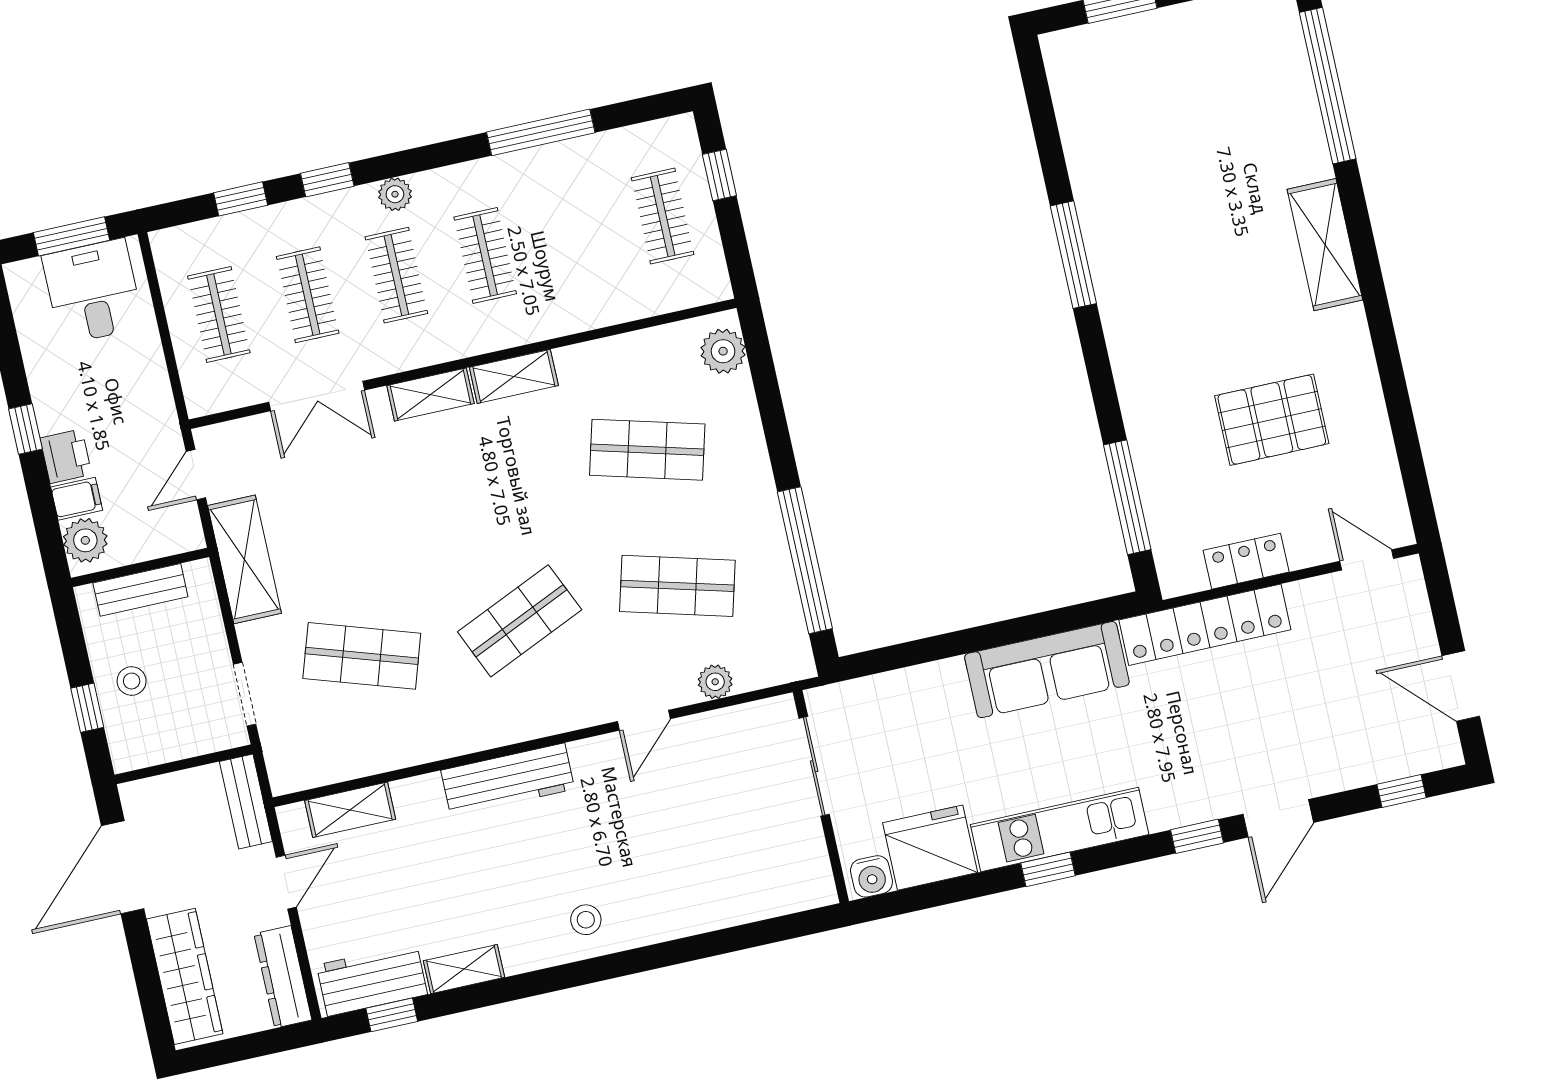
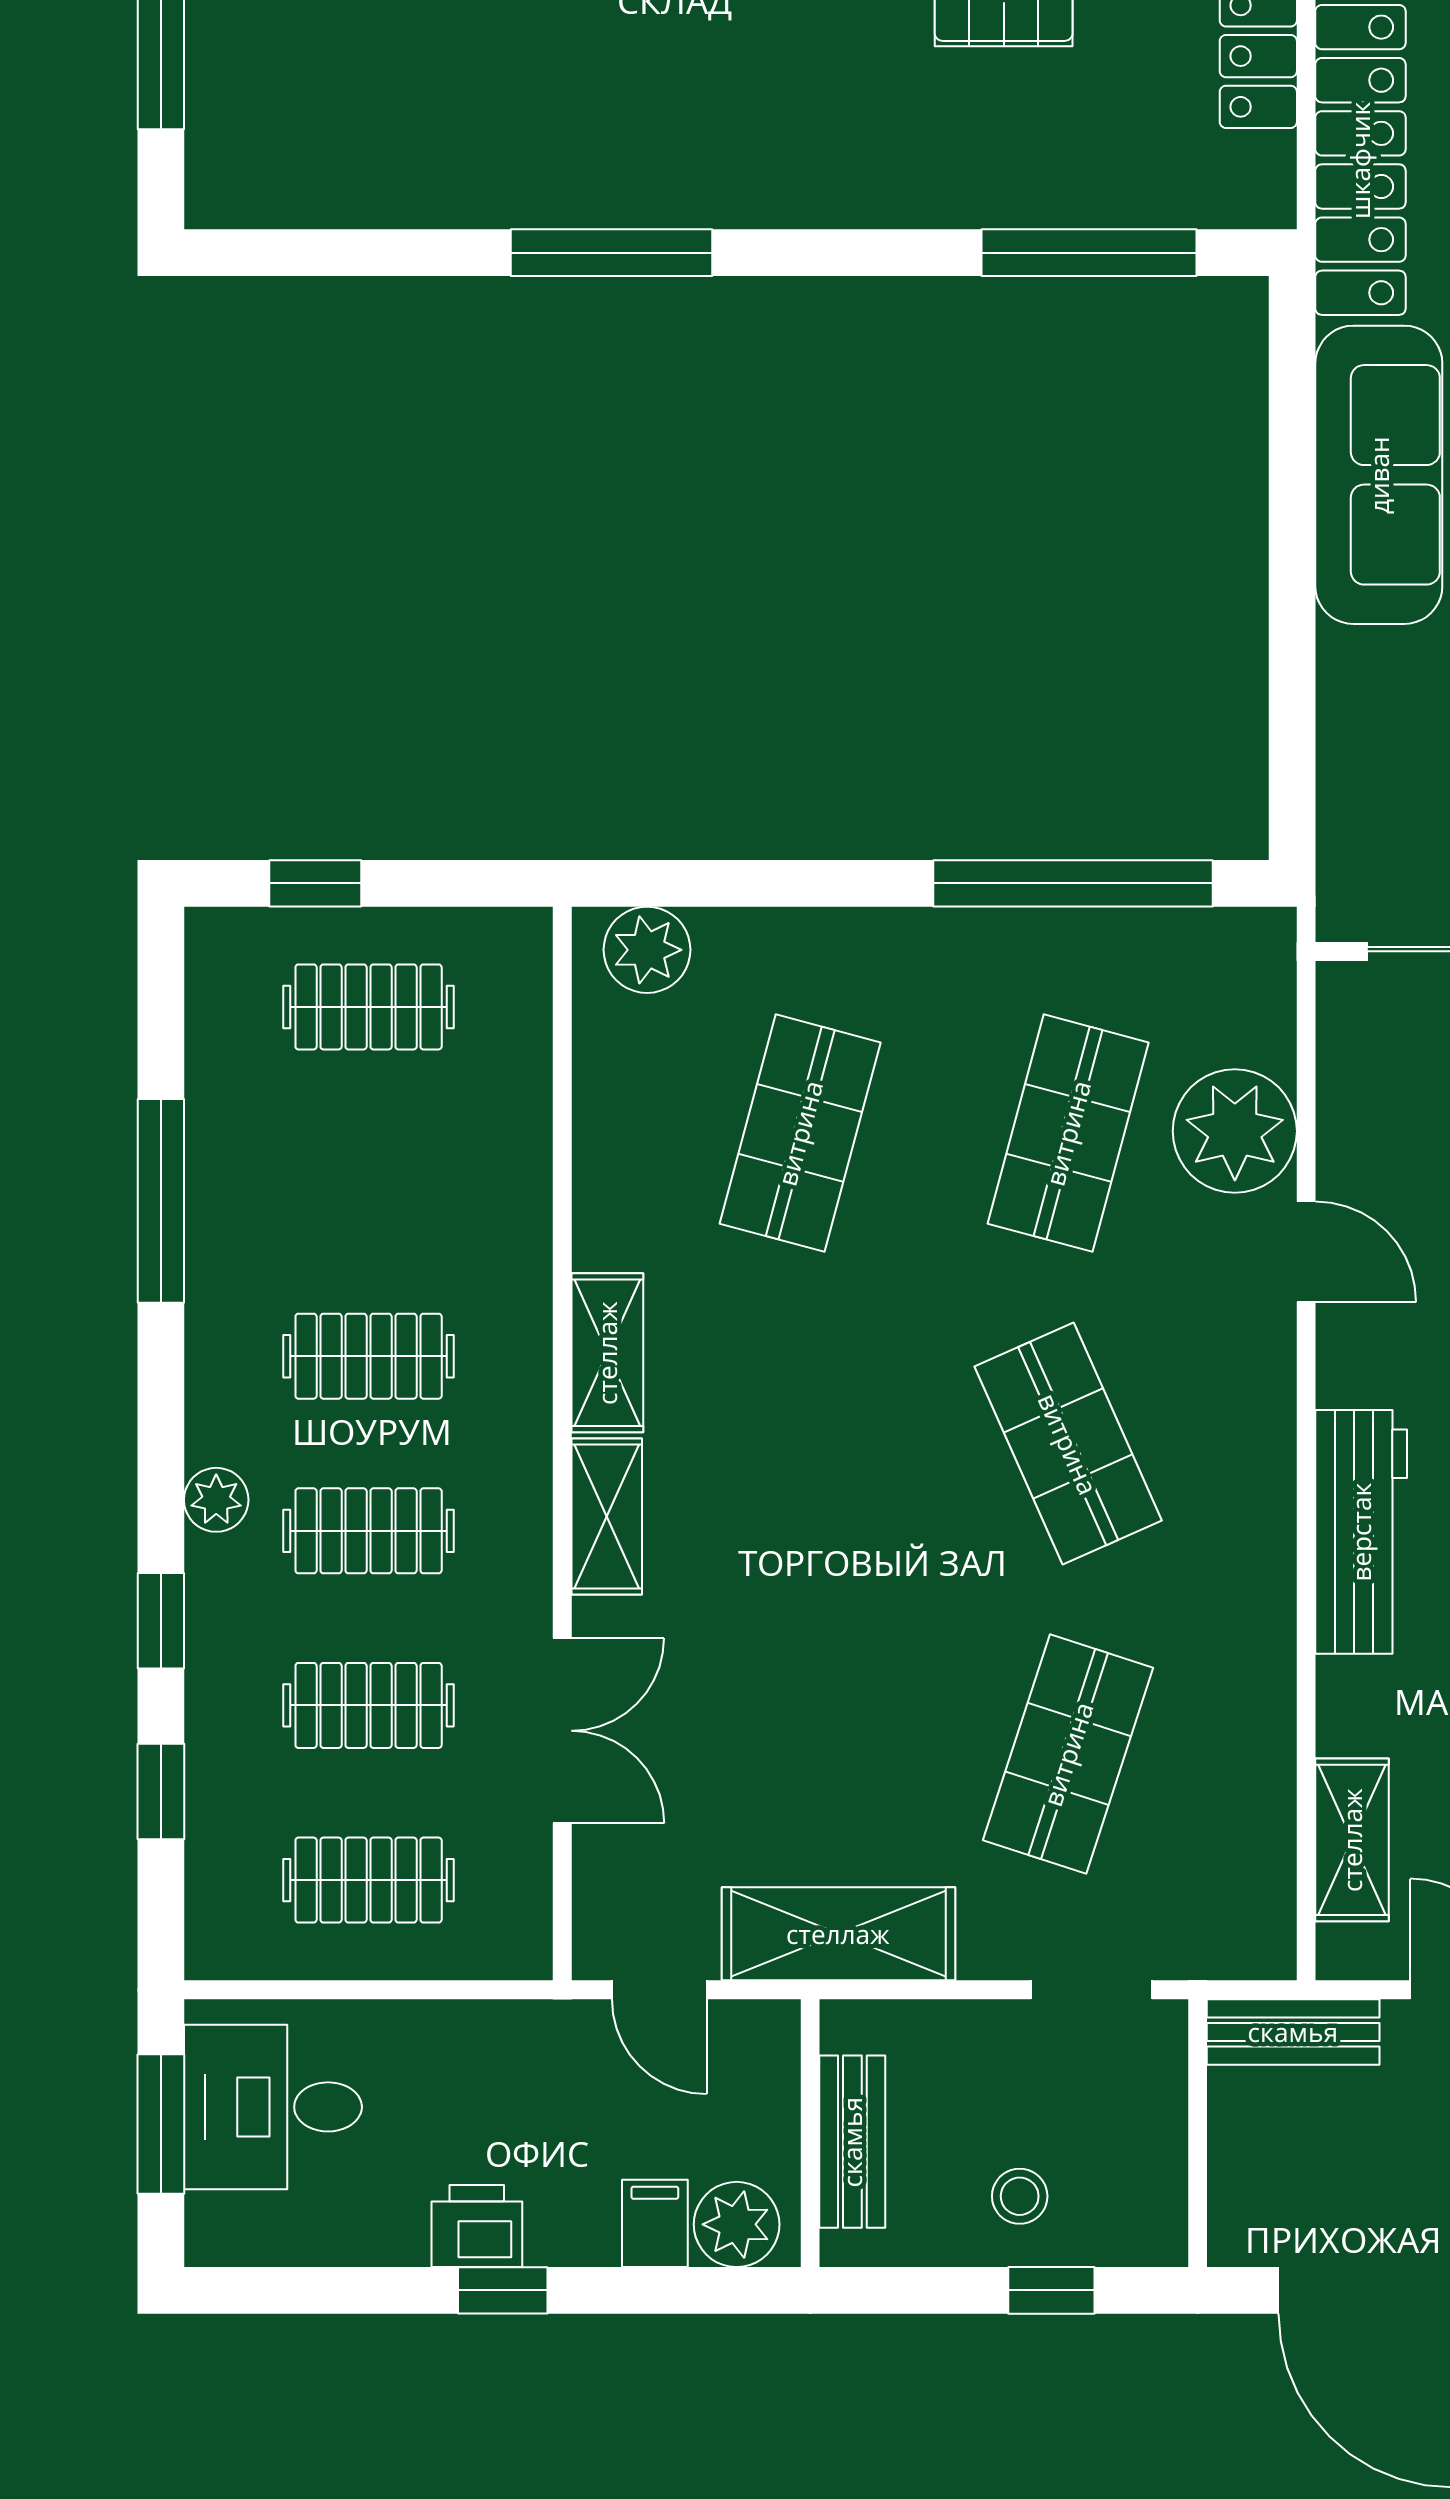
printer: (66, 456) -> (477, 2226), moved
plant: (715, 682) -> (1235, 1131), width x1.88, depth x1.88

